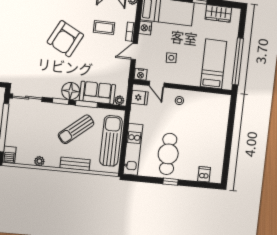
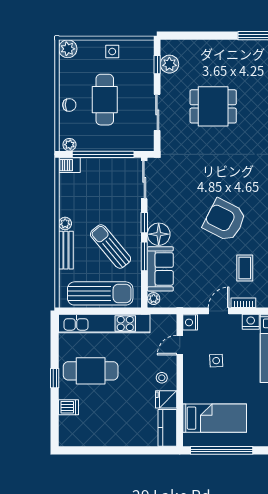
door: (134, 51) -> (219, 311), hinge flipped
fridge: (140, 98) -> (166, 399), moved, turned 90
kitchen counter: (217, 100) -> (167, 428), added
kitchen unit: (133, 149) -> (104, 324), width x1.36
plant: (39, 161) -> (65, 224), moved
dishwasher: (204, 174) -> (69, 407), moved

